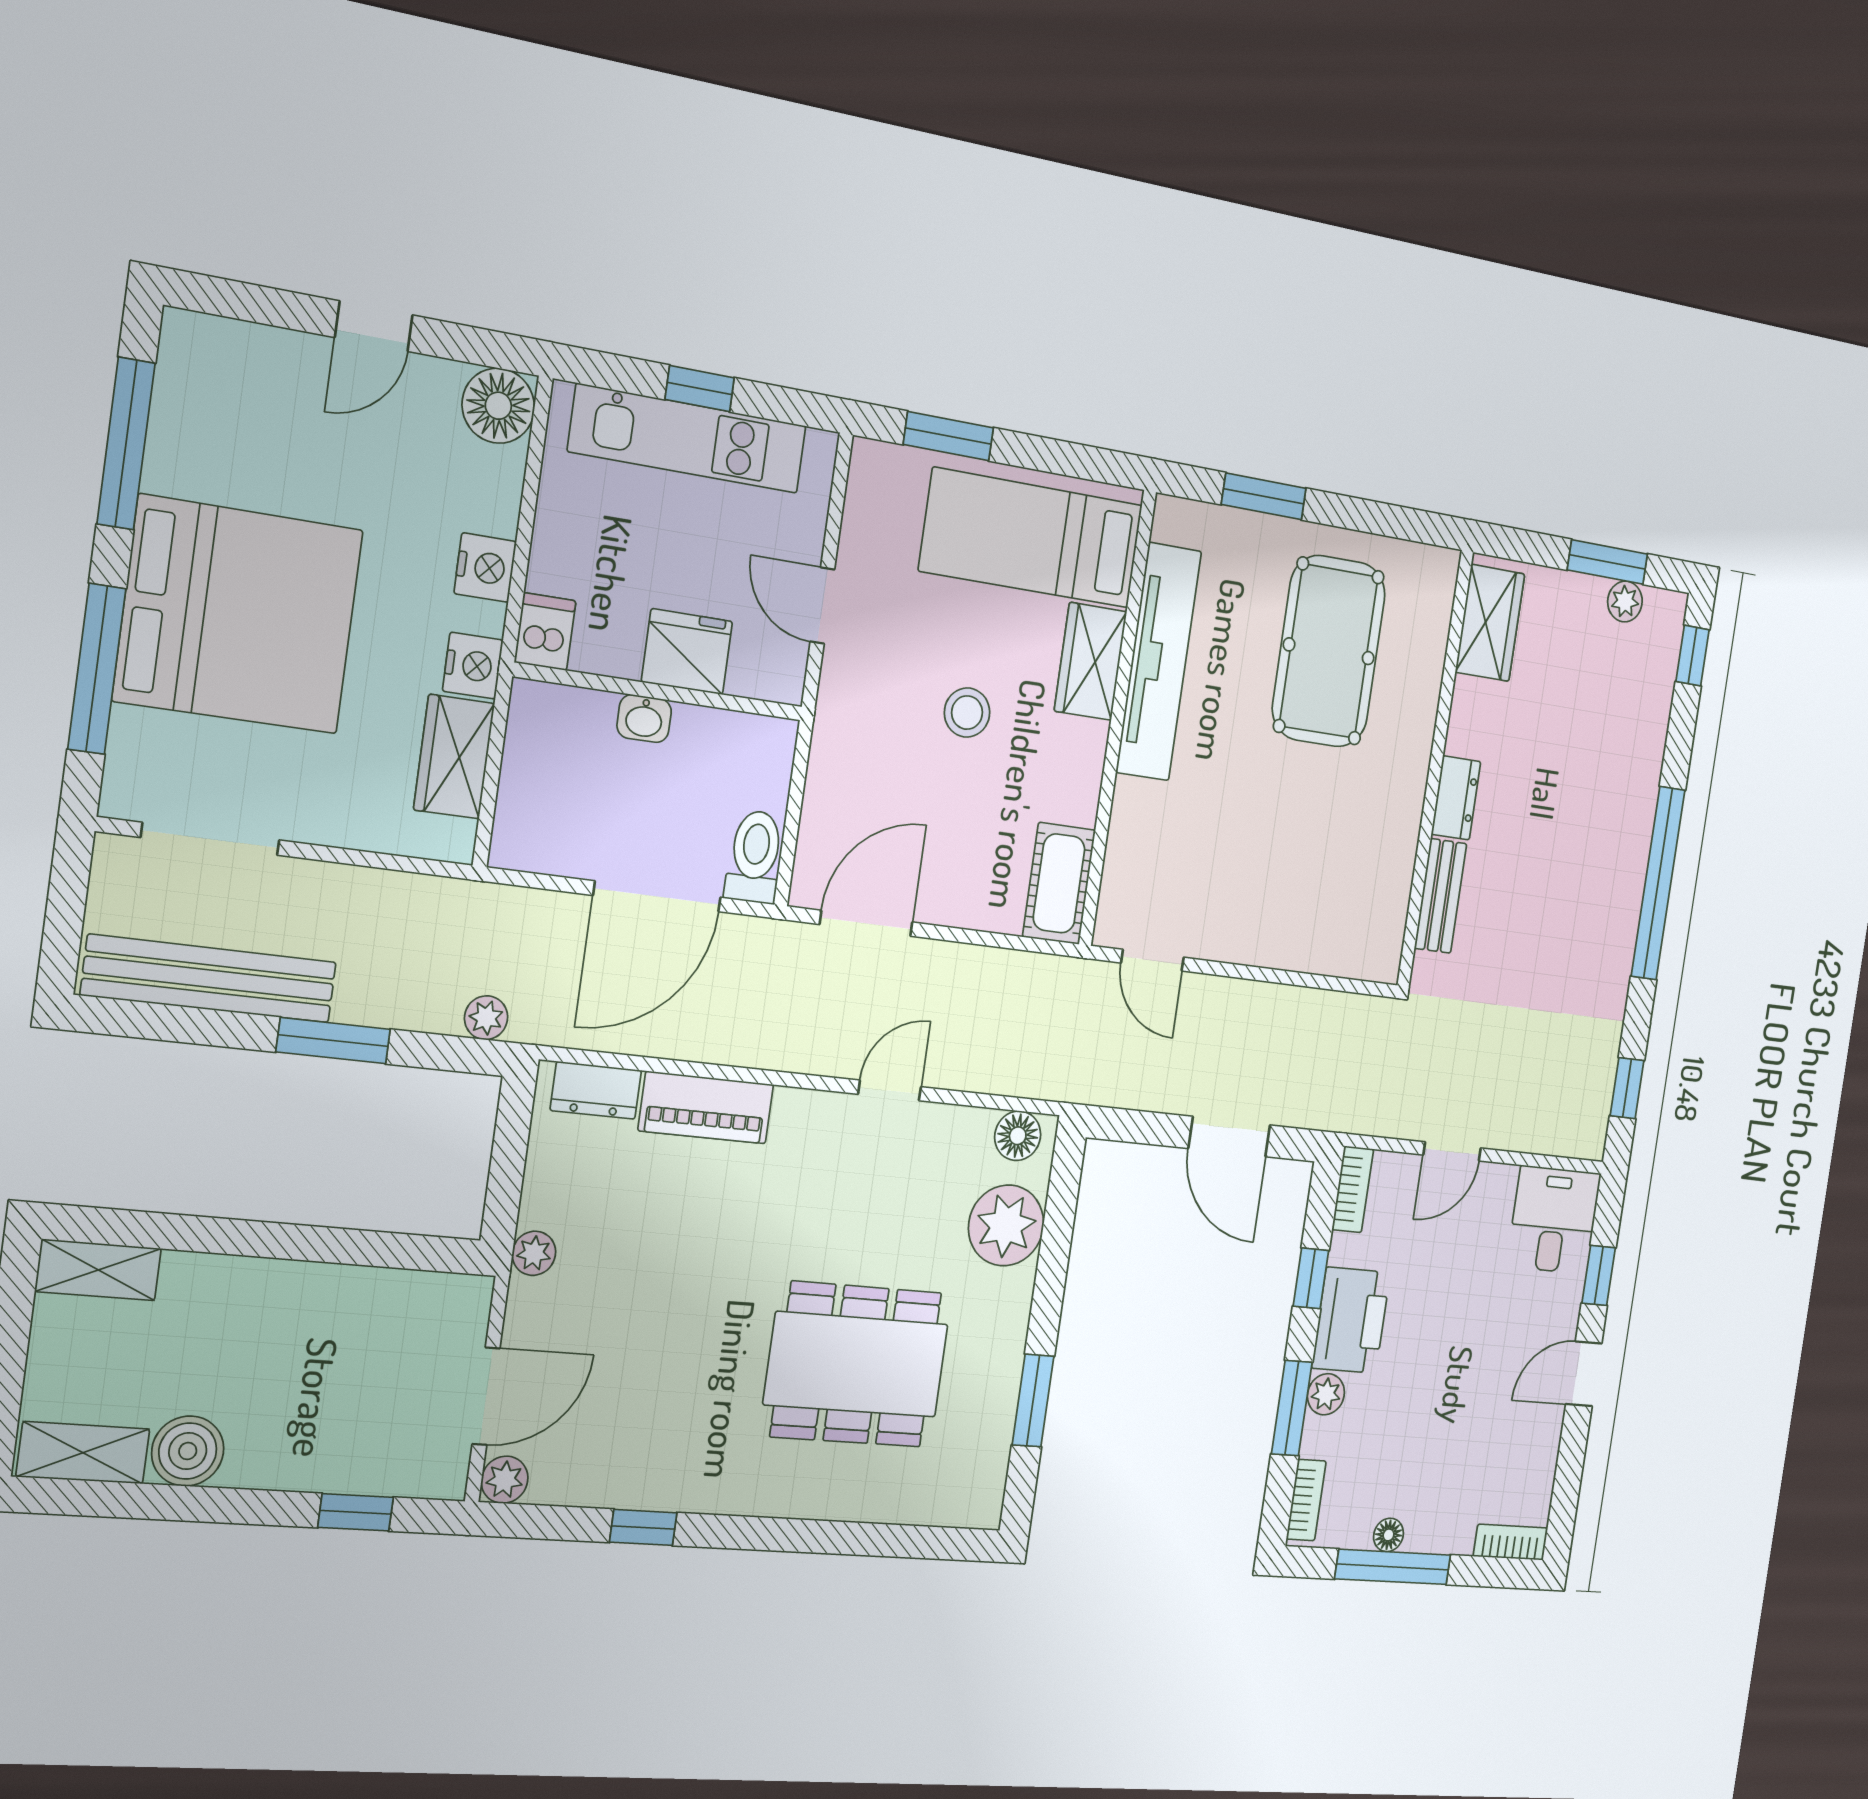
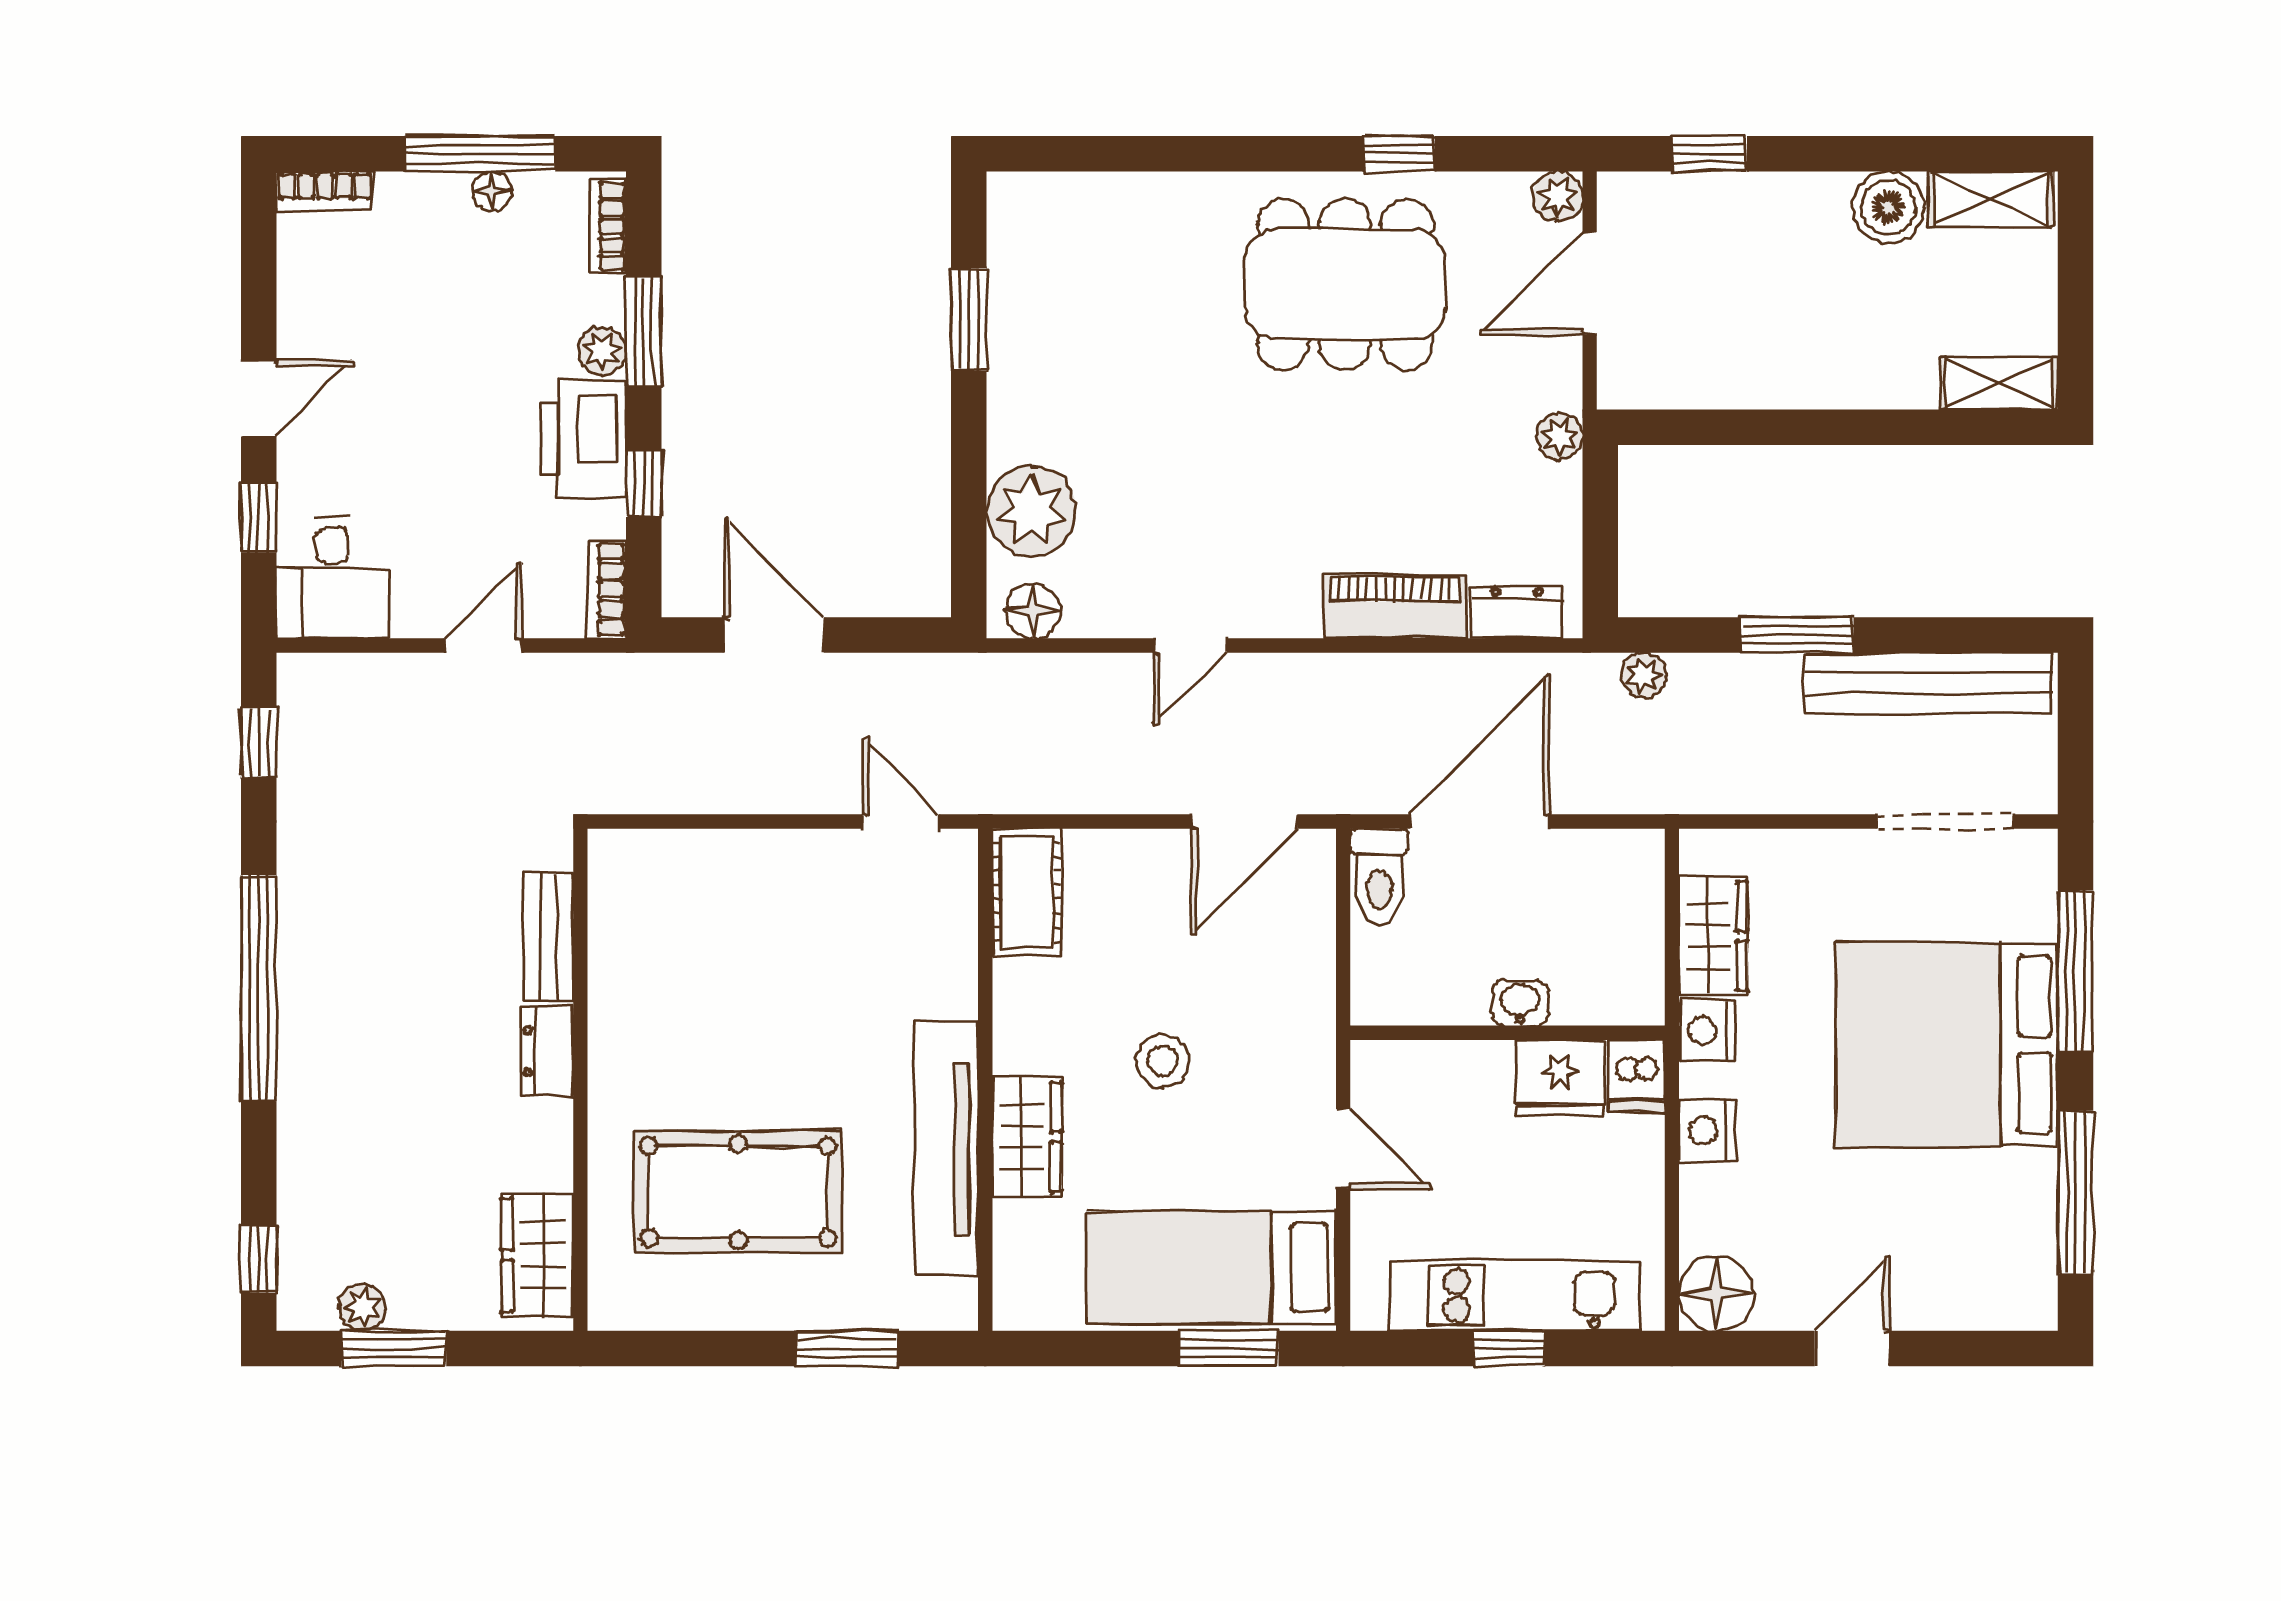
bed: (1031, 538) -> (1211, 1268), moved, turned 180
pool table: (1329, 651) -> (738, 1192), turned 90
fridge: (687, 652) -> (1560, 1078), moved
dining table: (856, 1364) -> (1345, 284), moved

